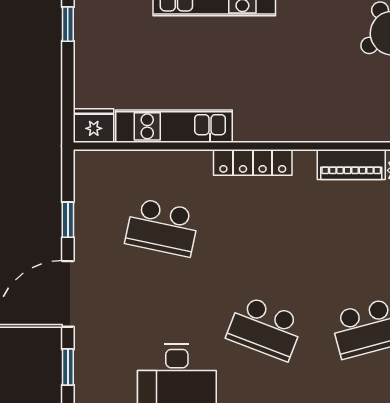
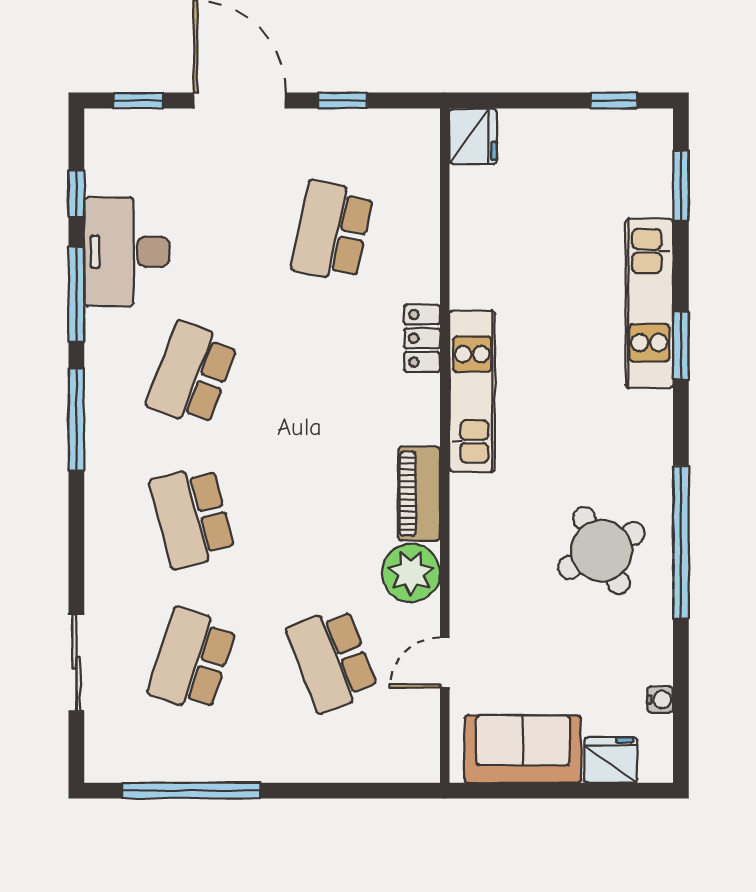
kitchen unit: (174, 126) -> (472, 391), moved
locker: (253, 162) -> (422, 338), width x0.66

